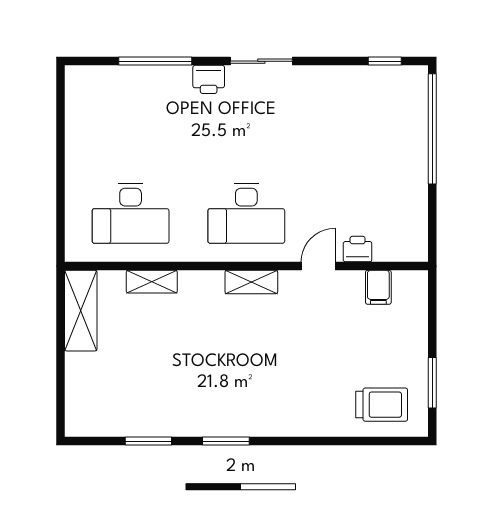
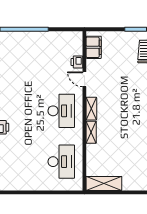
shelving: (152, 282) -> (91, 132), moved
filing cabinet: (378, 287) -> (94, 47), width x2.00

